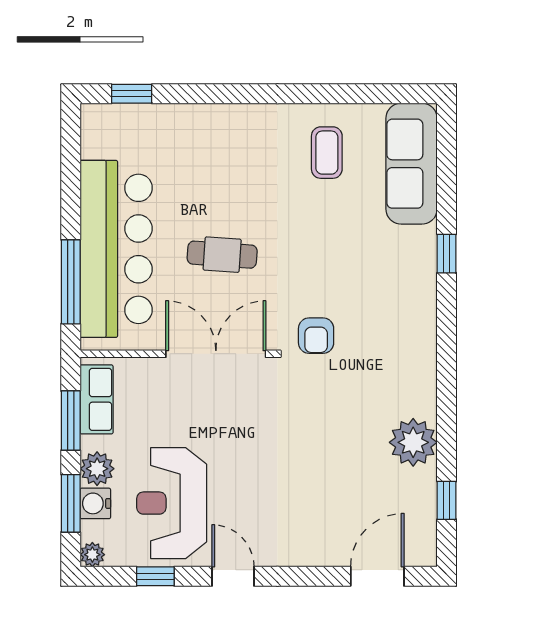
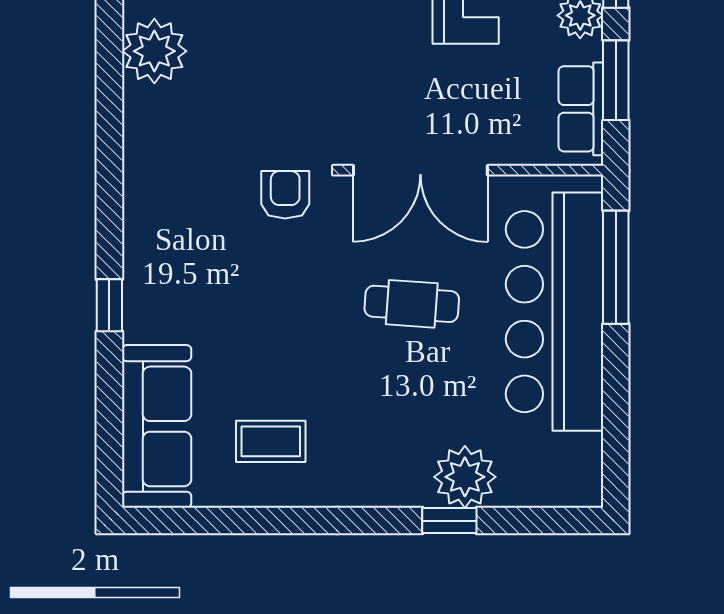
window: (132, 94) -> (449, 521), moved
plant: (183, 126) -> (465, 477), added
coffee table: (327, 153) -> (271, 441), turned 90

